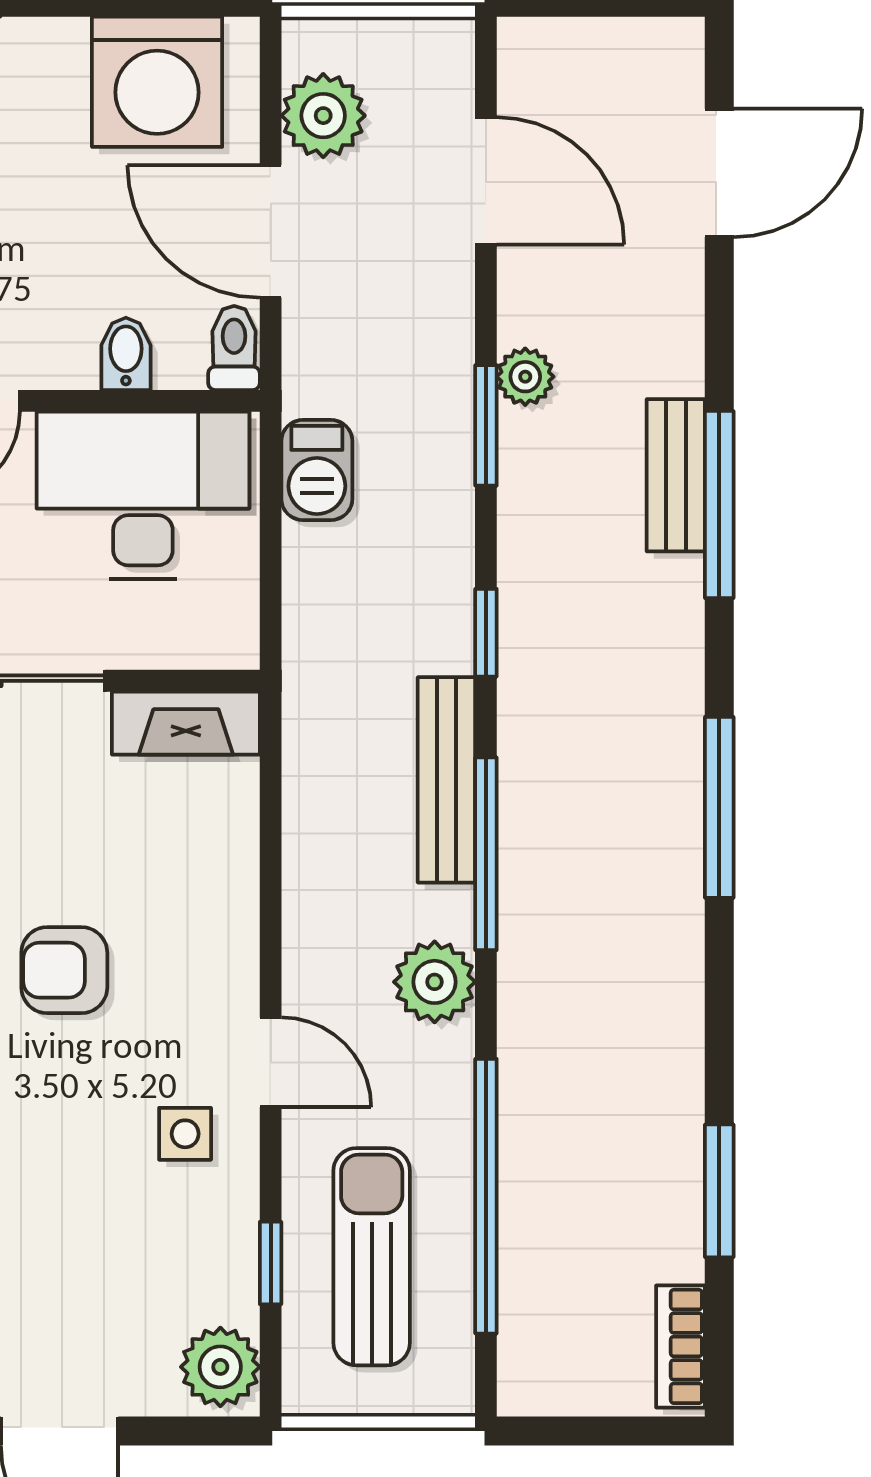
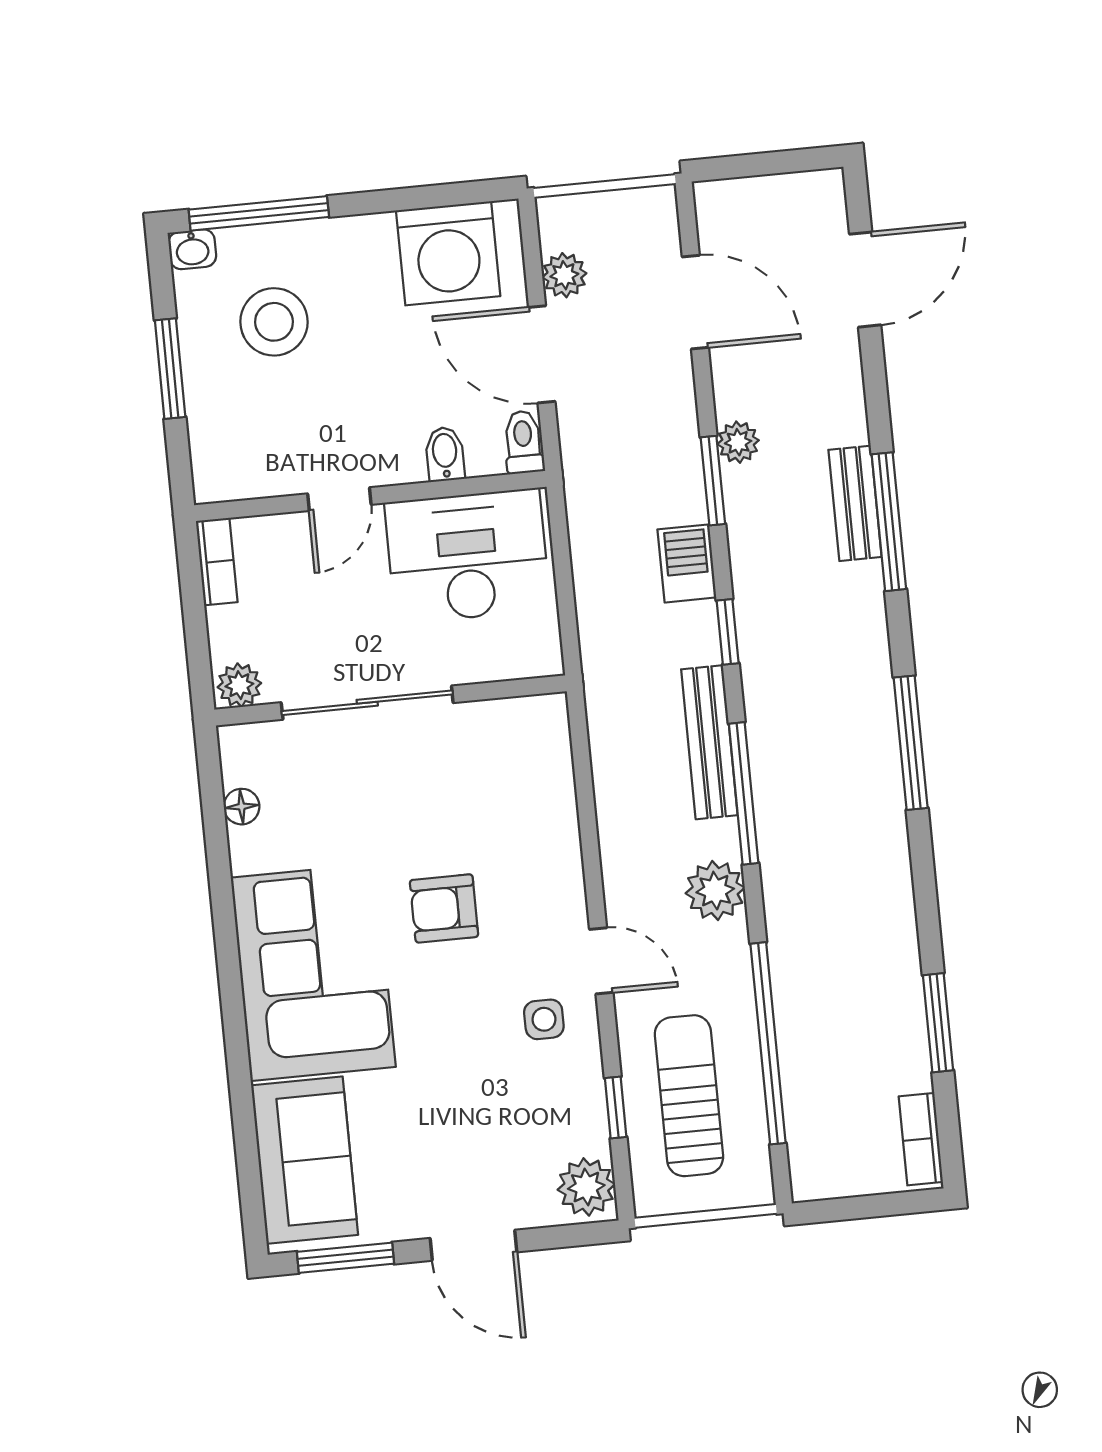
plant: (323, 116) -> (564, 275), width x0.73, depth x0.73
barbecue: (317, 470) -> (687, 563), moved, turned 180
fireplace: (186, 723) -> (515, 719), removed

